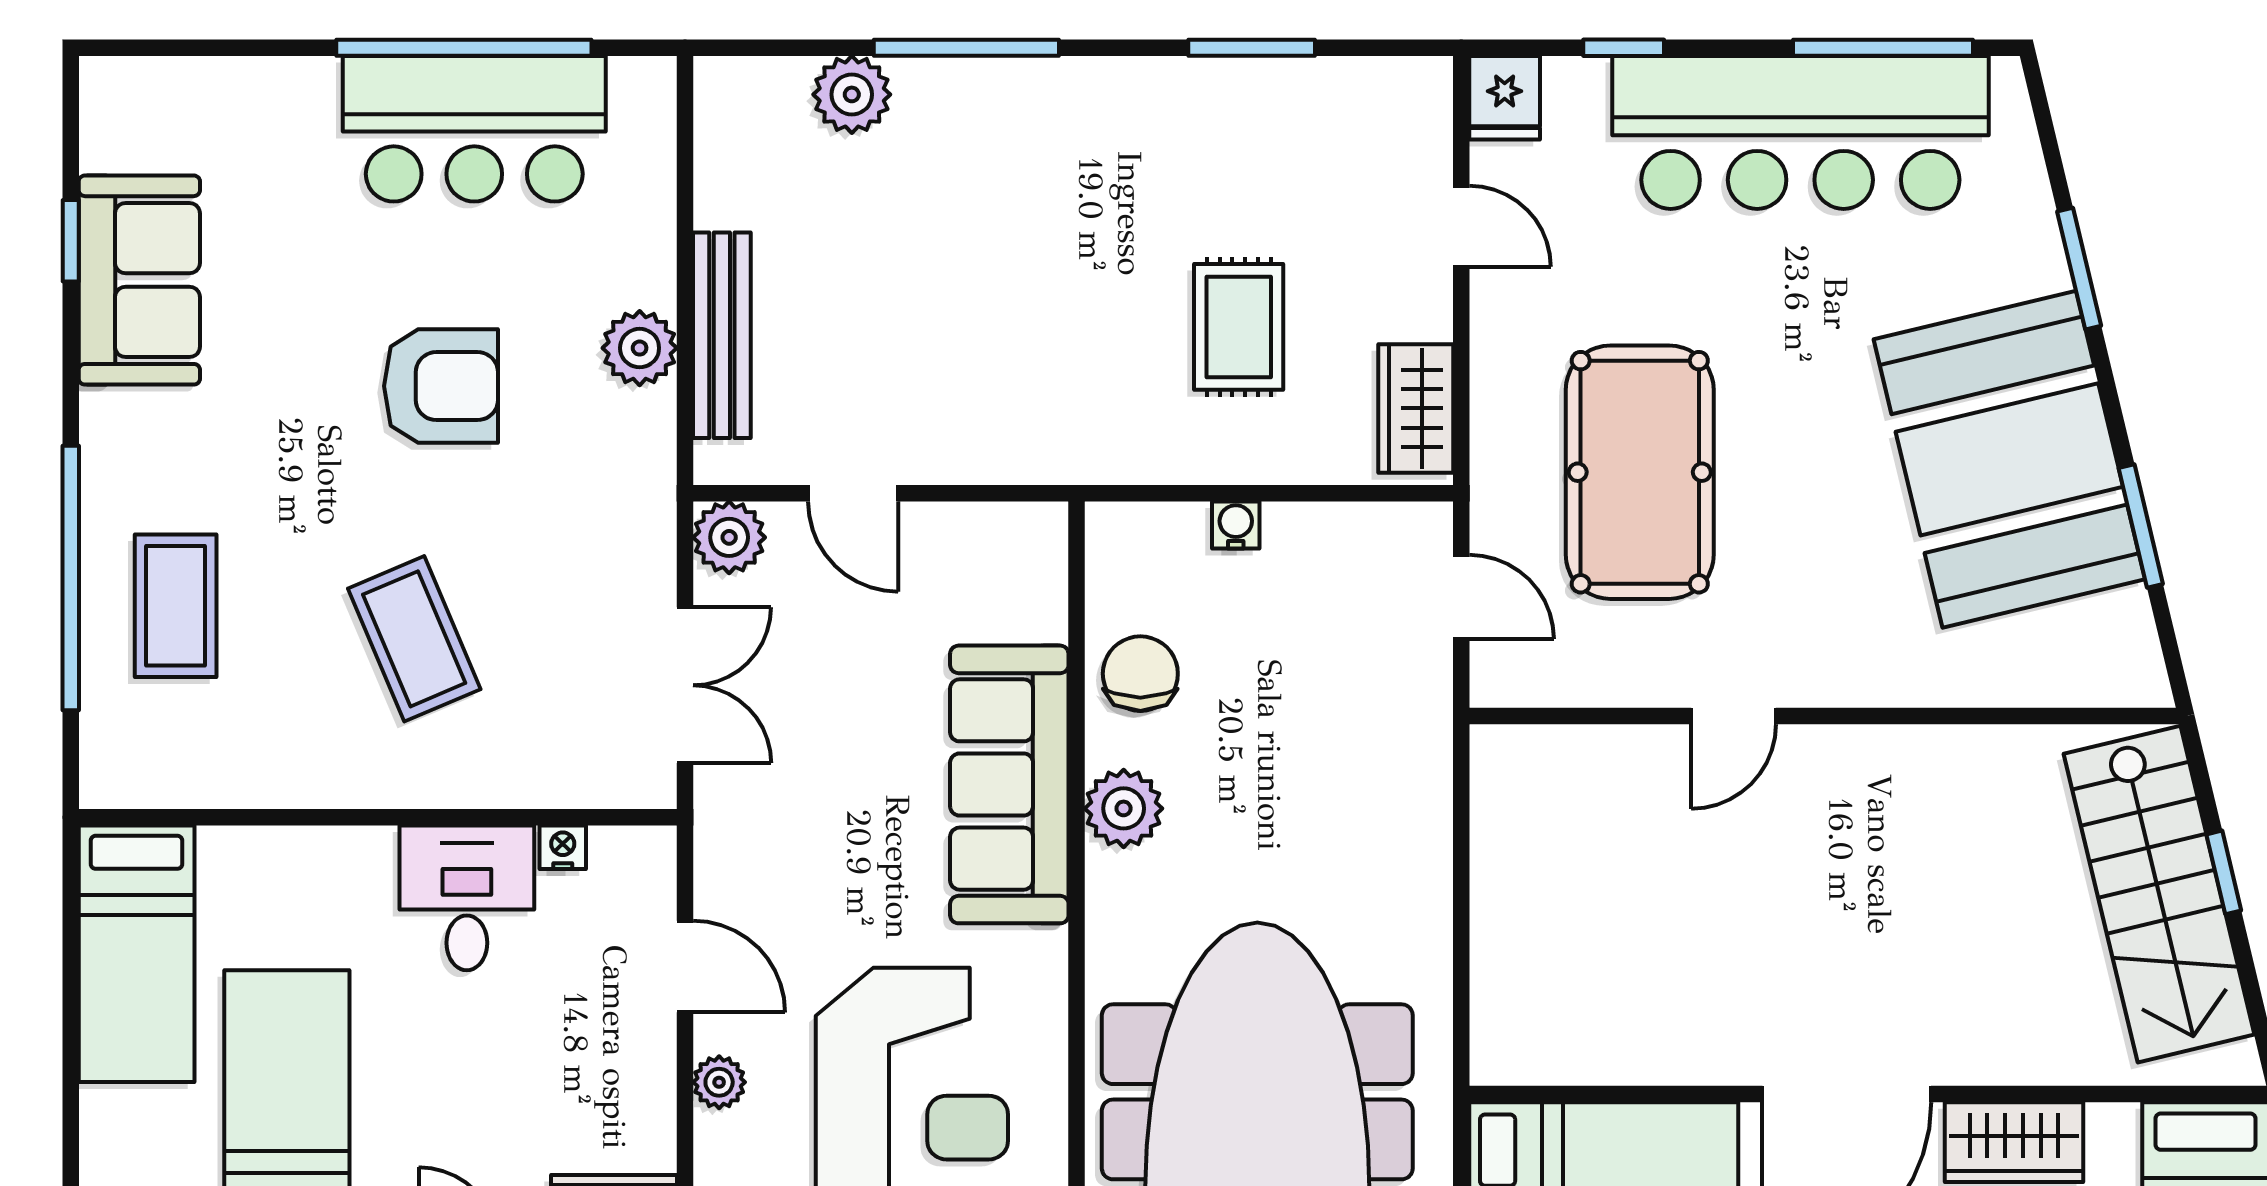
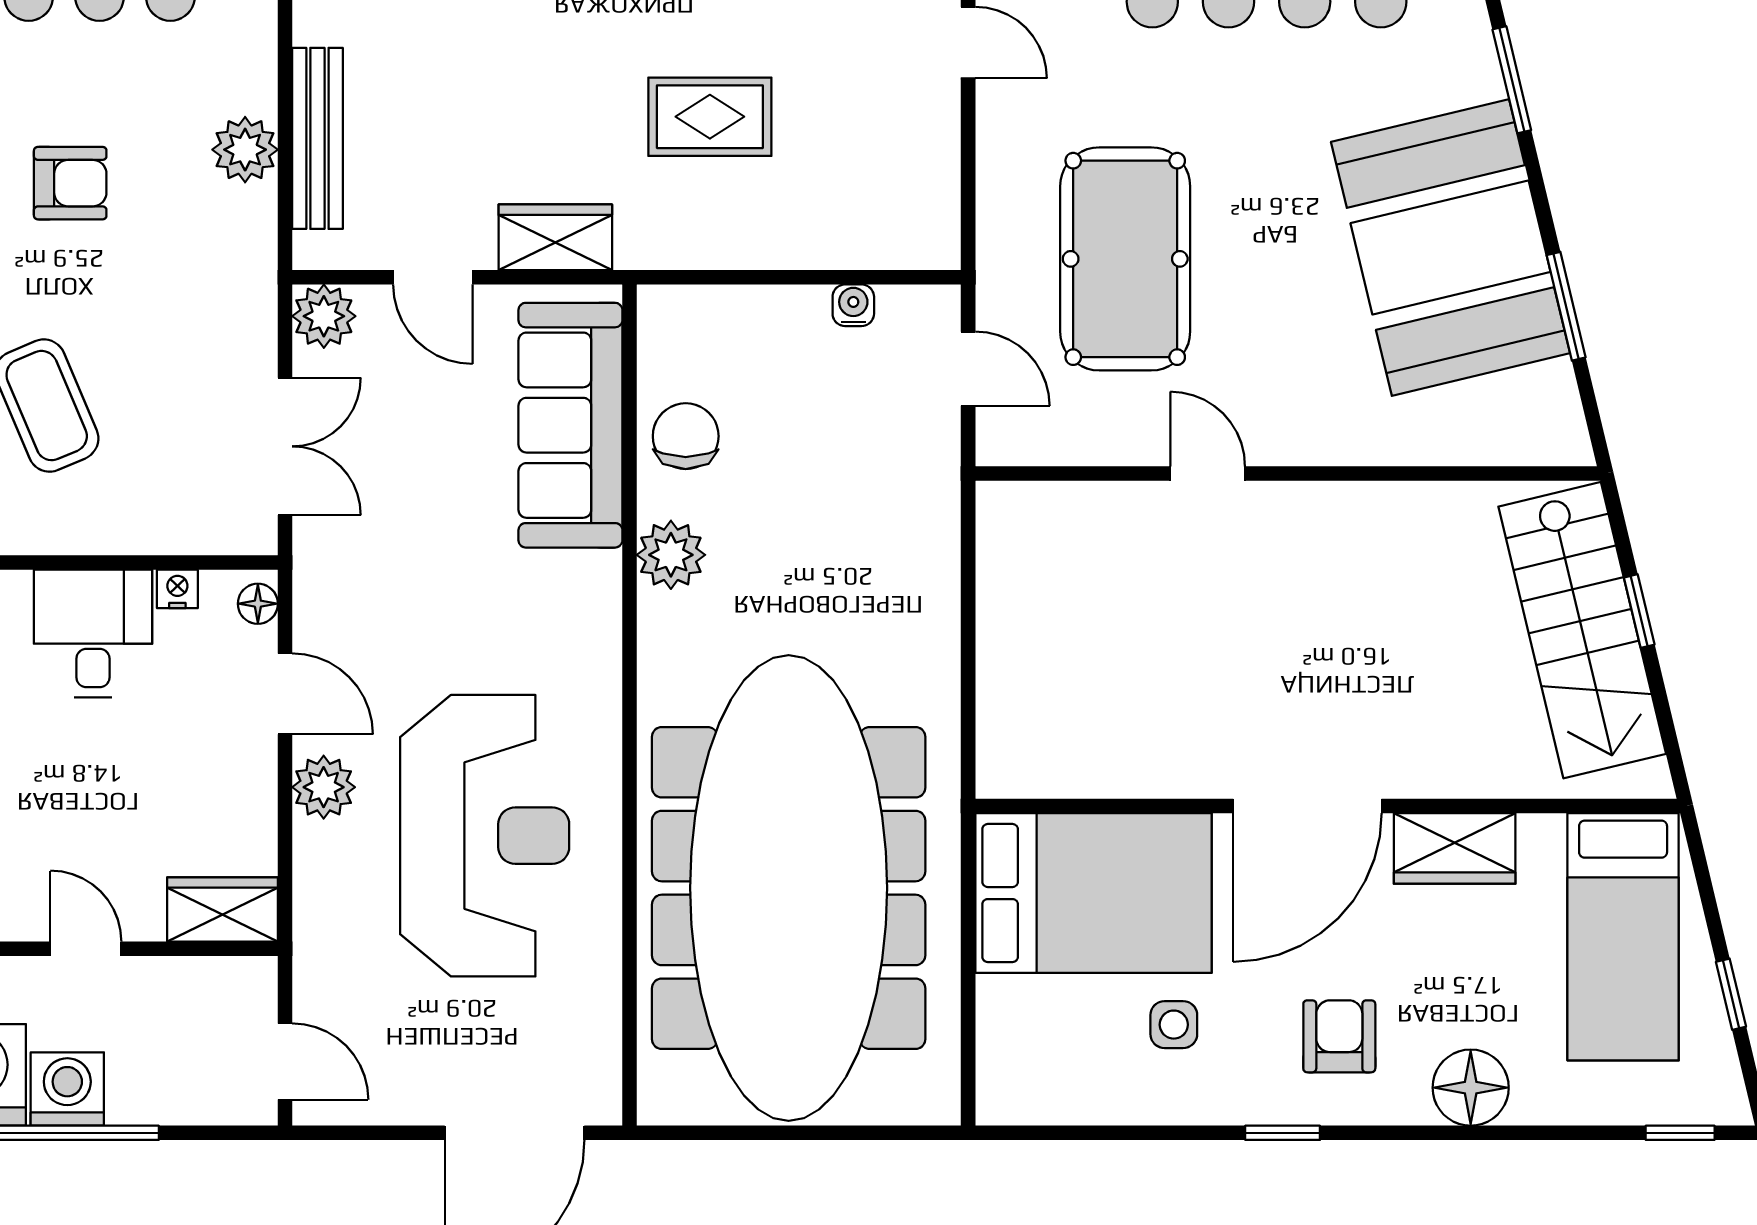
rug: (1239, 327) -> (710, 117), moved, turned 90
armchair: (441, 386) -> (70, 183), width x0.72, depth x0.72
wardrobe: (1416, 408) -> (555, 237), moved, turned 90
water cooler: (1236, 525) -> (853, 305), moved
door: (1733, 716) -> (1208, 473), swing flipped
sofa: (1009, 784) -> (570, 425), moved
floor lamp: (654, 864) -> (258, 604), added
plant: (719, 1082) -> (324, 787), width x1.38, depth x1.38

